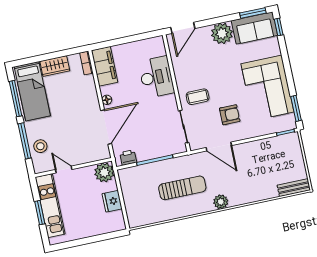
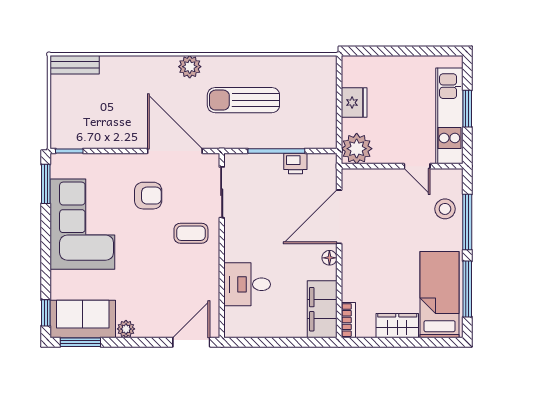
plant: (222, 33) -> (126, 329), width x0.53, depth x0.53
desk: (156, 77) -> (247, 284), width x0.73
armchair: (230, 115) -> (148, 196), turned 180
door: (219, 147) -> (175, 151), width x1.36
printer: (128, 158) -> (295, 163), moved

